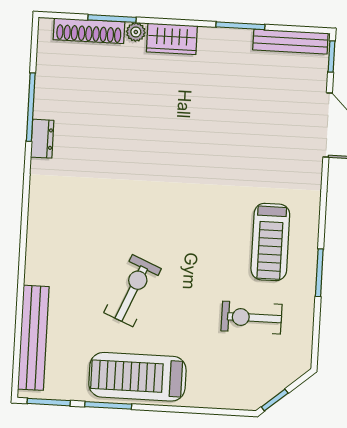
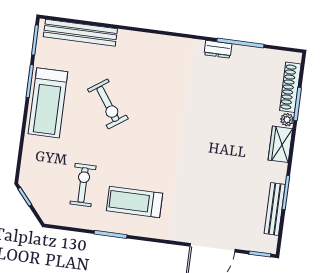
bench: (290, 42) -> (275, 209), moved
exercise bike: (133, 291) -> (108, 104), turned 32
treadmill: (137, 377) -> (48, 103), turned 180

